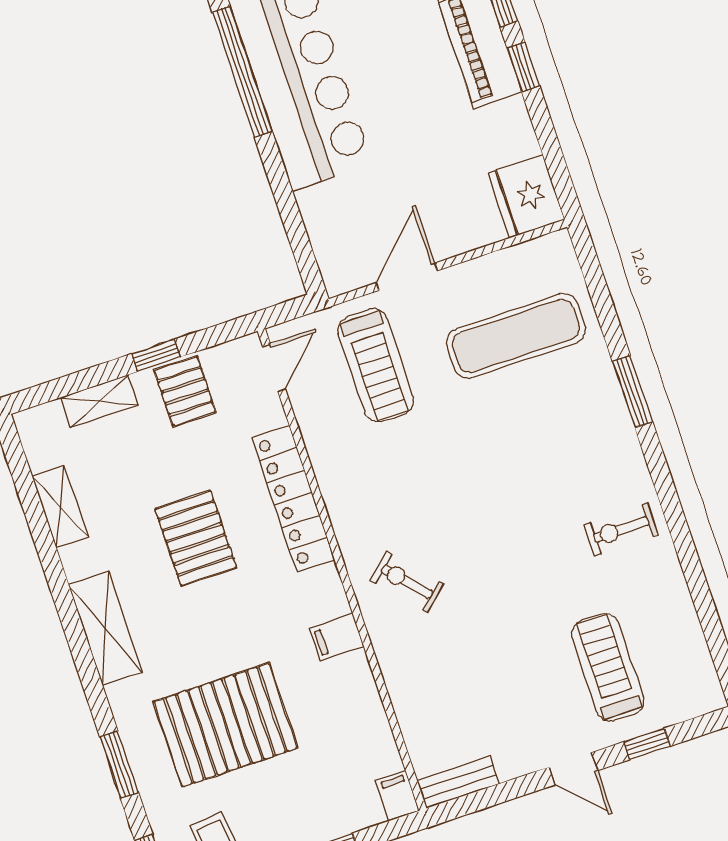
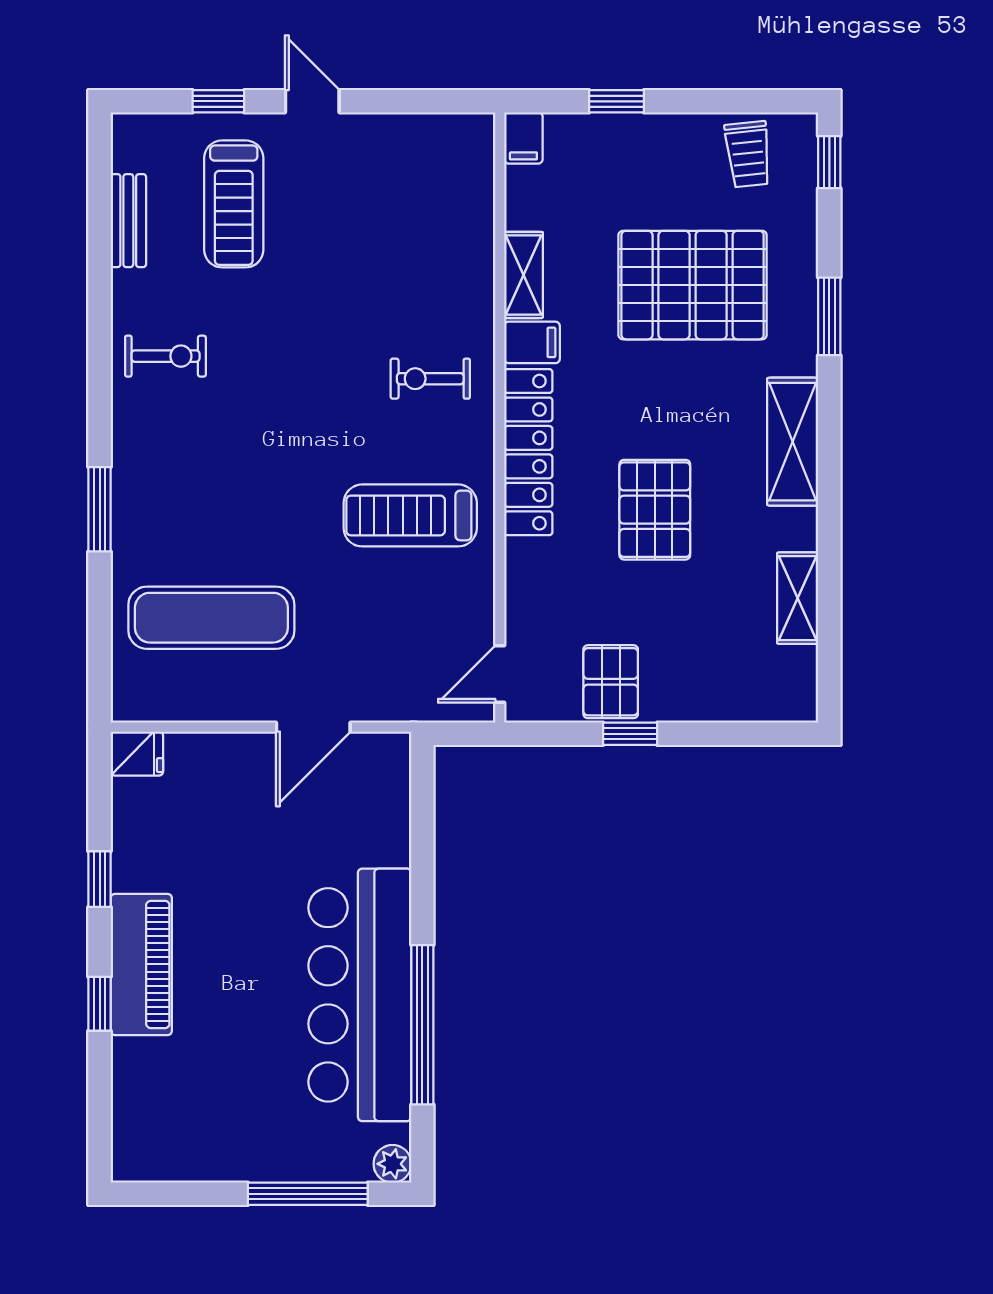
window: (523, 67) -> (100, 879), moved
fridge: (526, 196) -> (137, 754), width x0.53, depth x0.75
treadmill: (376, 365) -> (410, 515), moved, turned -90
shelving: (99, 401) -> (524, 275), moved, turned 90
locker: (293, 499) -> (528, 452), moved
exercise bike: (407, 582) -> (430, 379), turned 132
window: (119, 765) -> (829, 316), moved
bench: (458, 782) -> (128, 221), moved, turned 90

